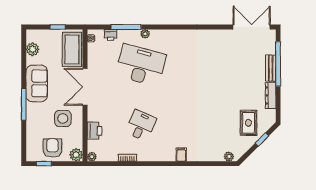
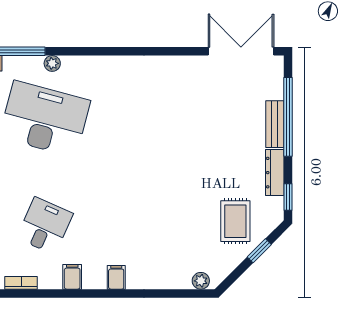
window: (278, 109) -> (288, 197), added
filing cabinet: (156, 154) -> (72, 277), added

